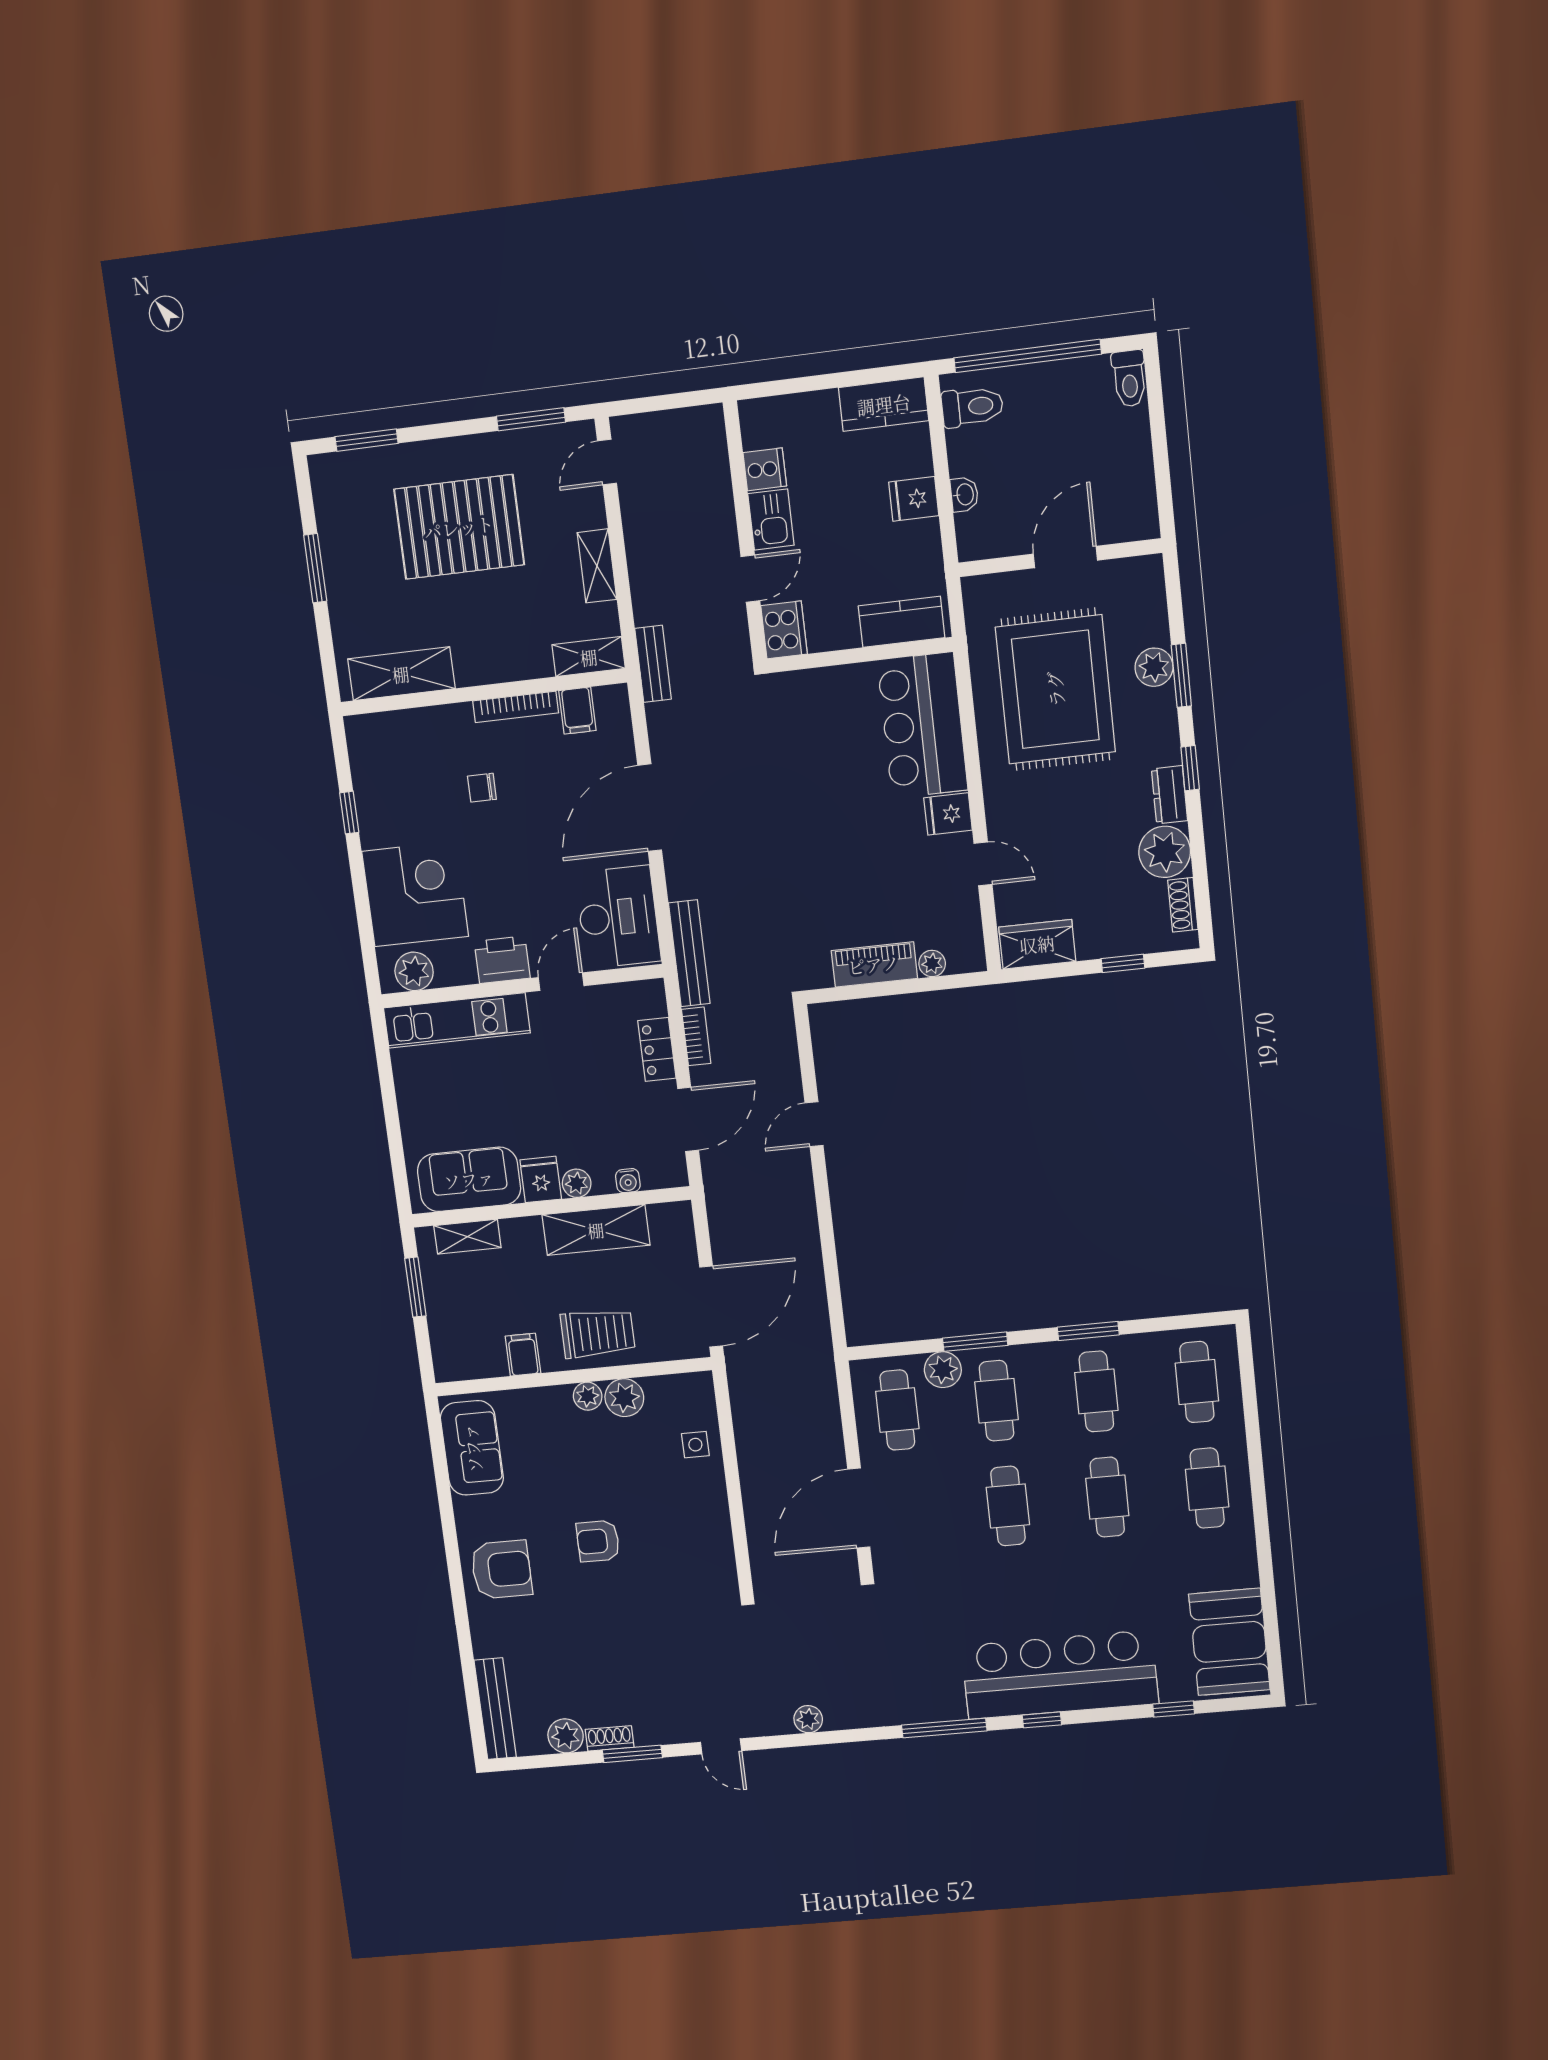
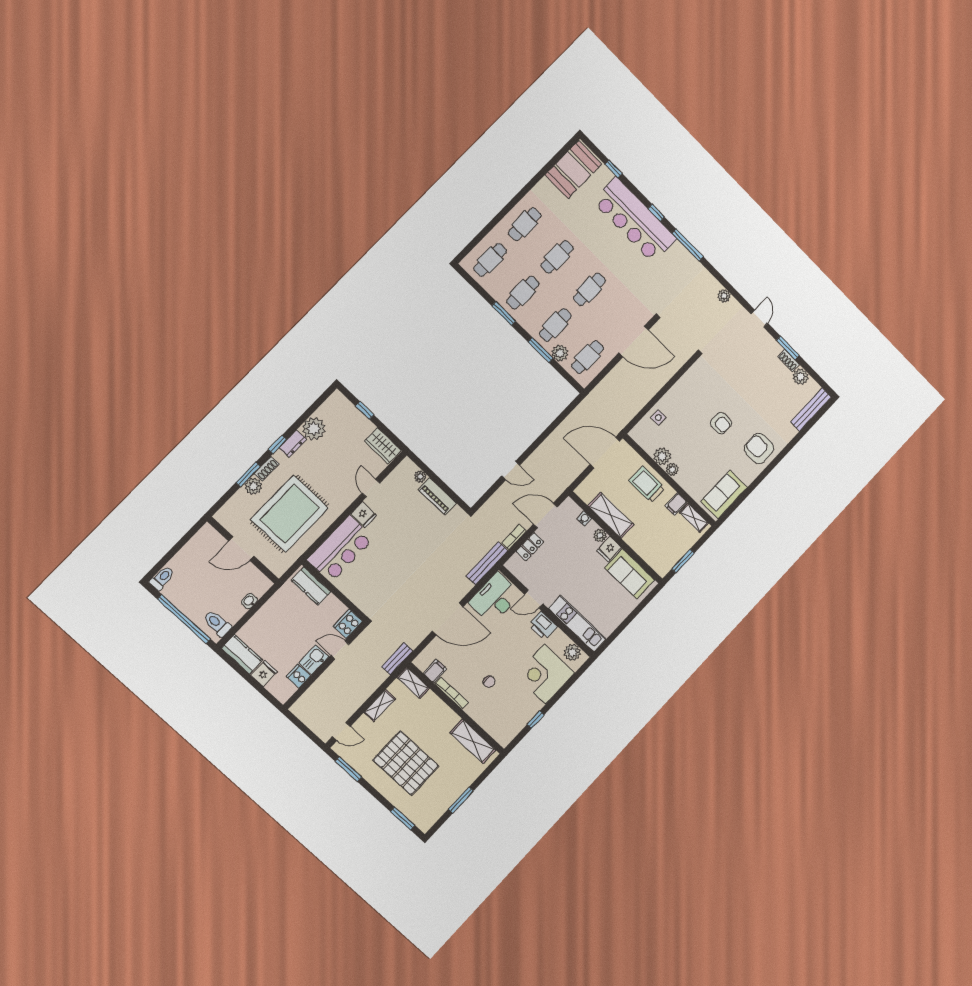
fridge: (914, 499) -> (264, 673), moved, turned -90
shoe rack: (1183, 905) -> (267, 469), moved
shelving: (467, 1237) -> (694, 518), moved

